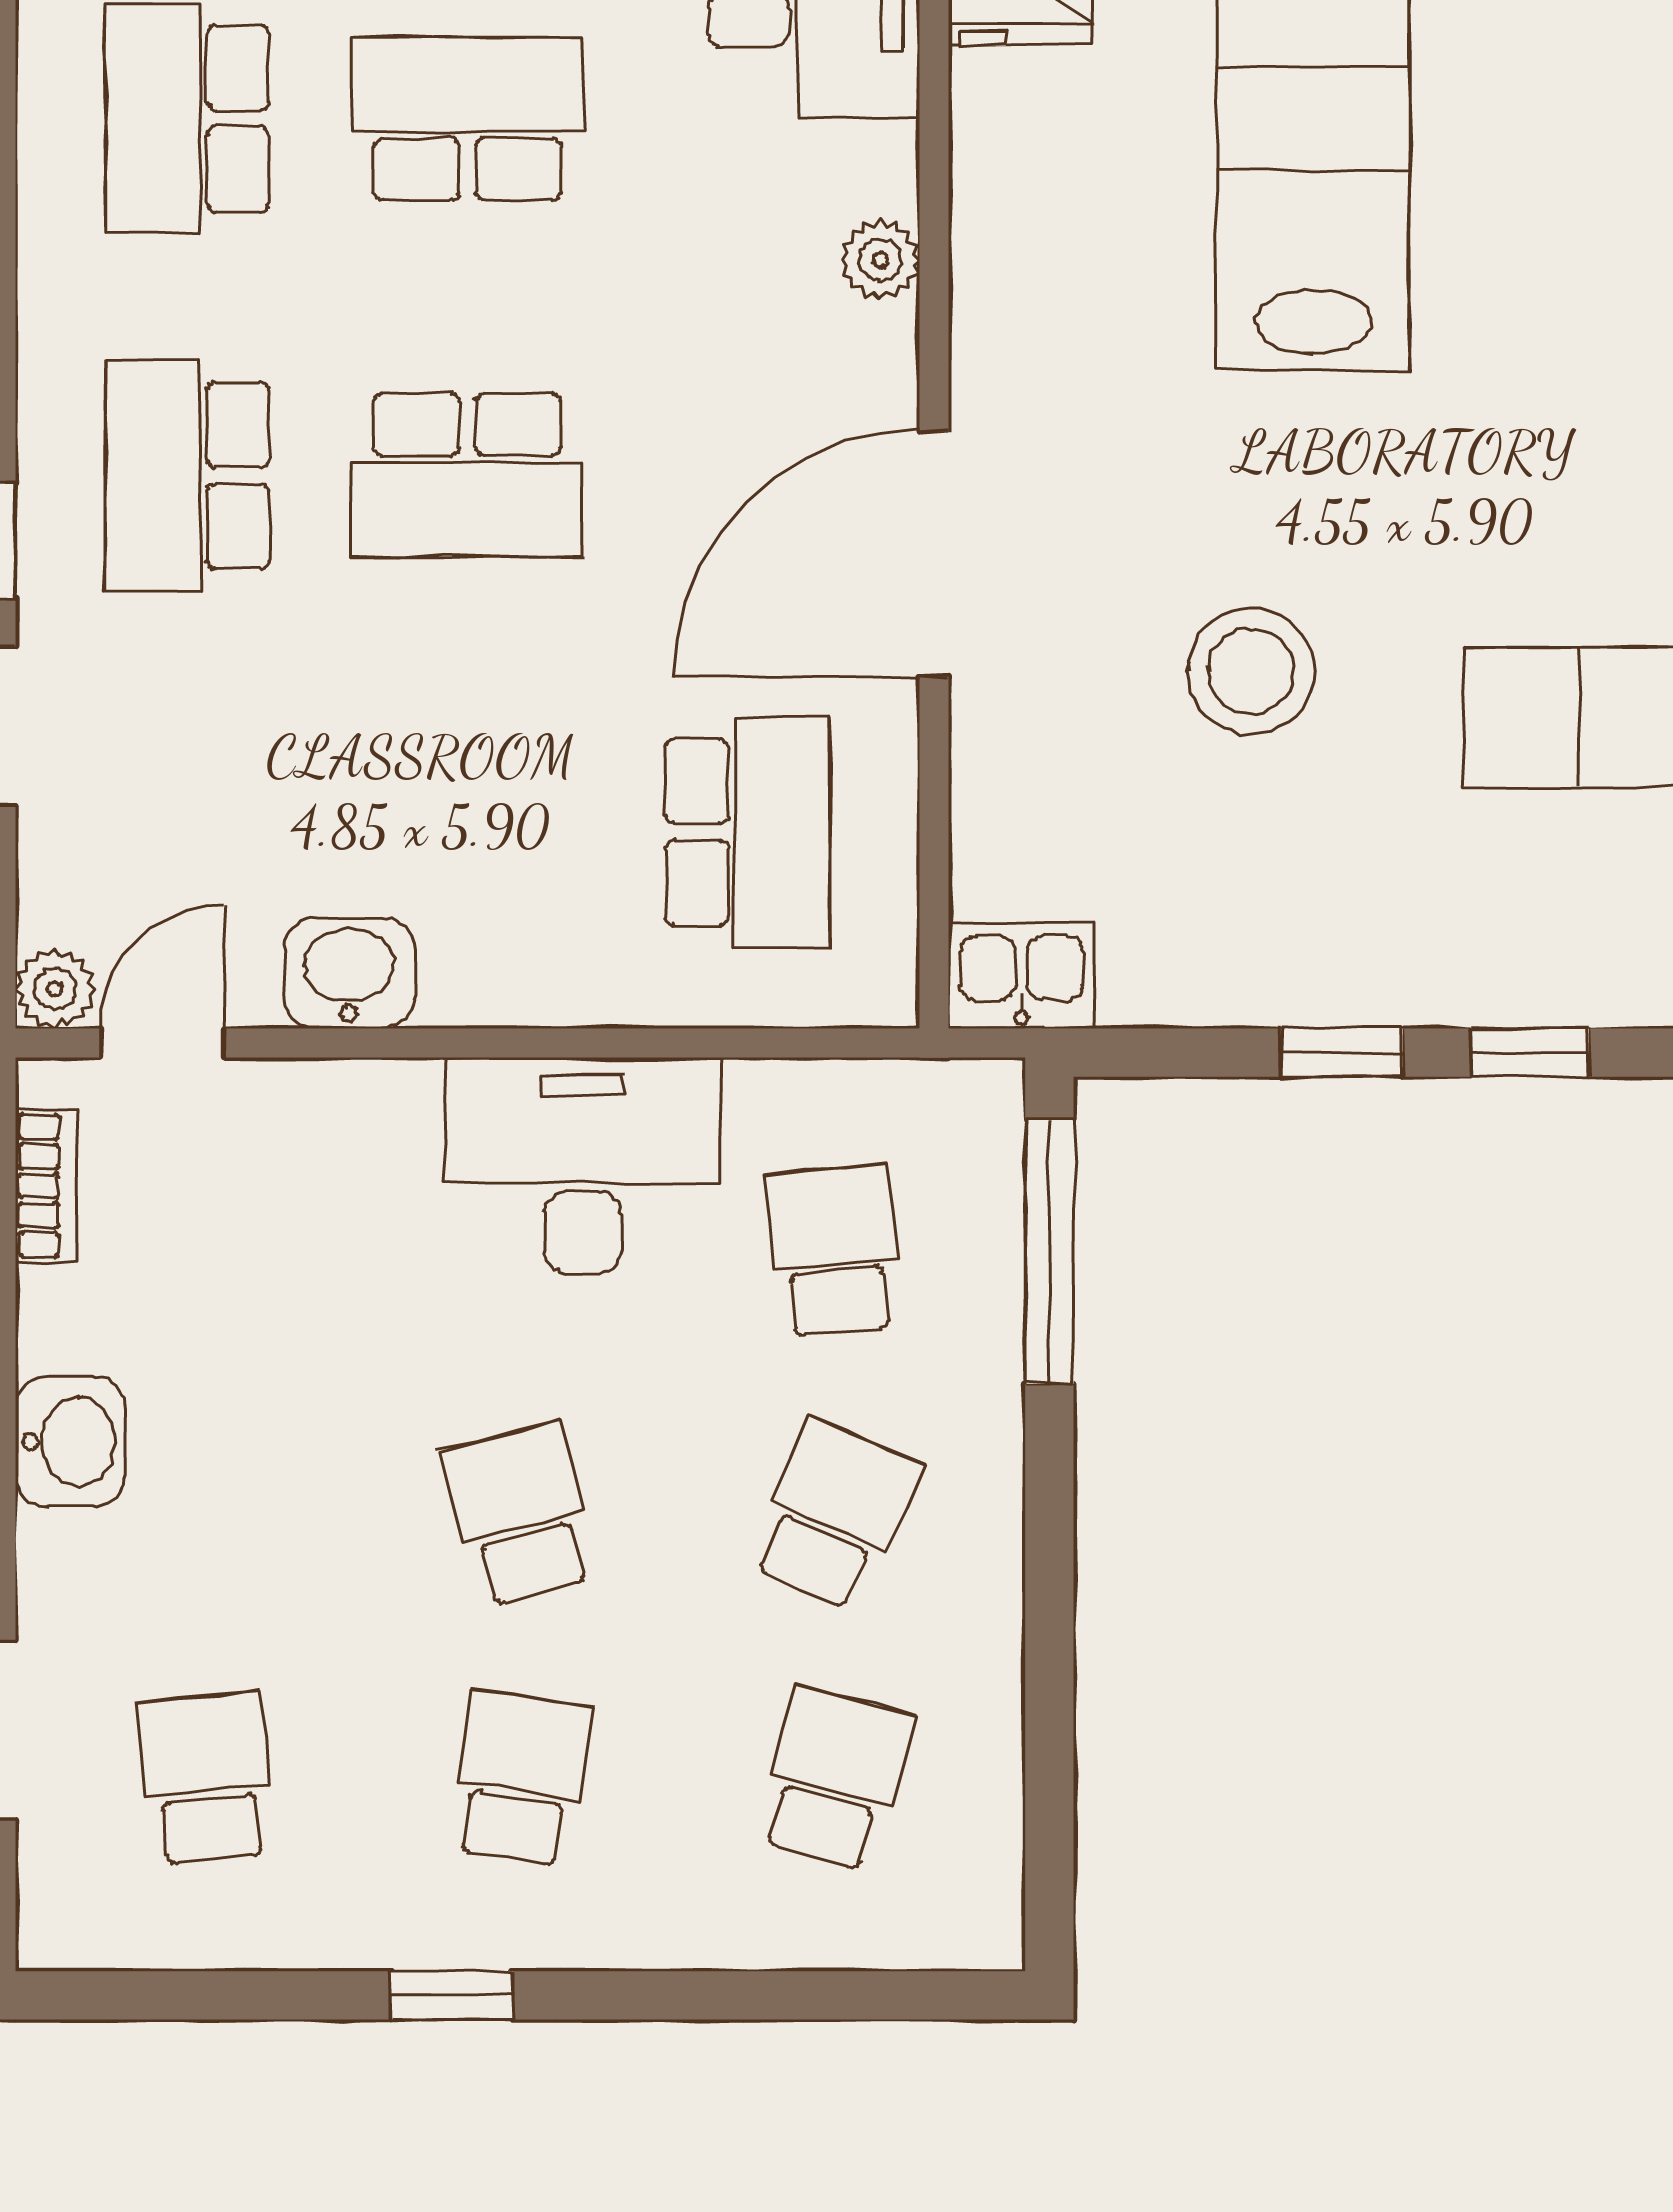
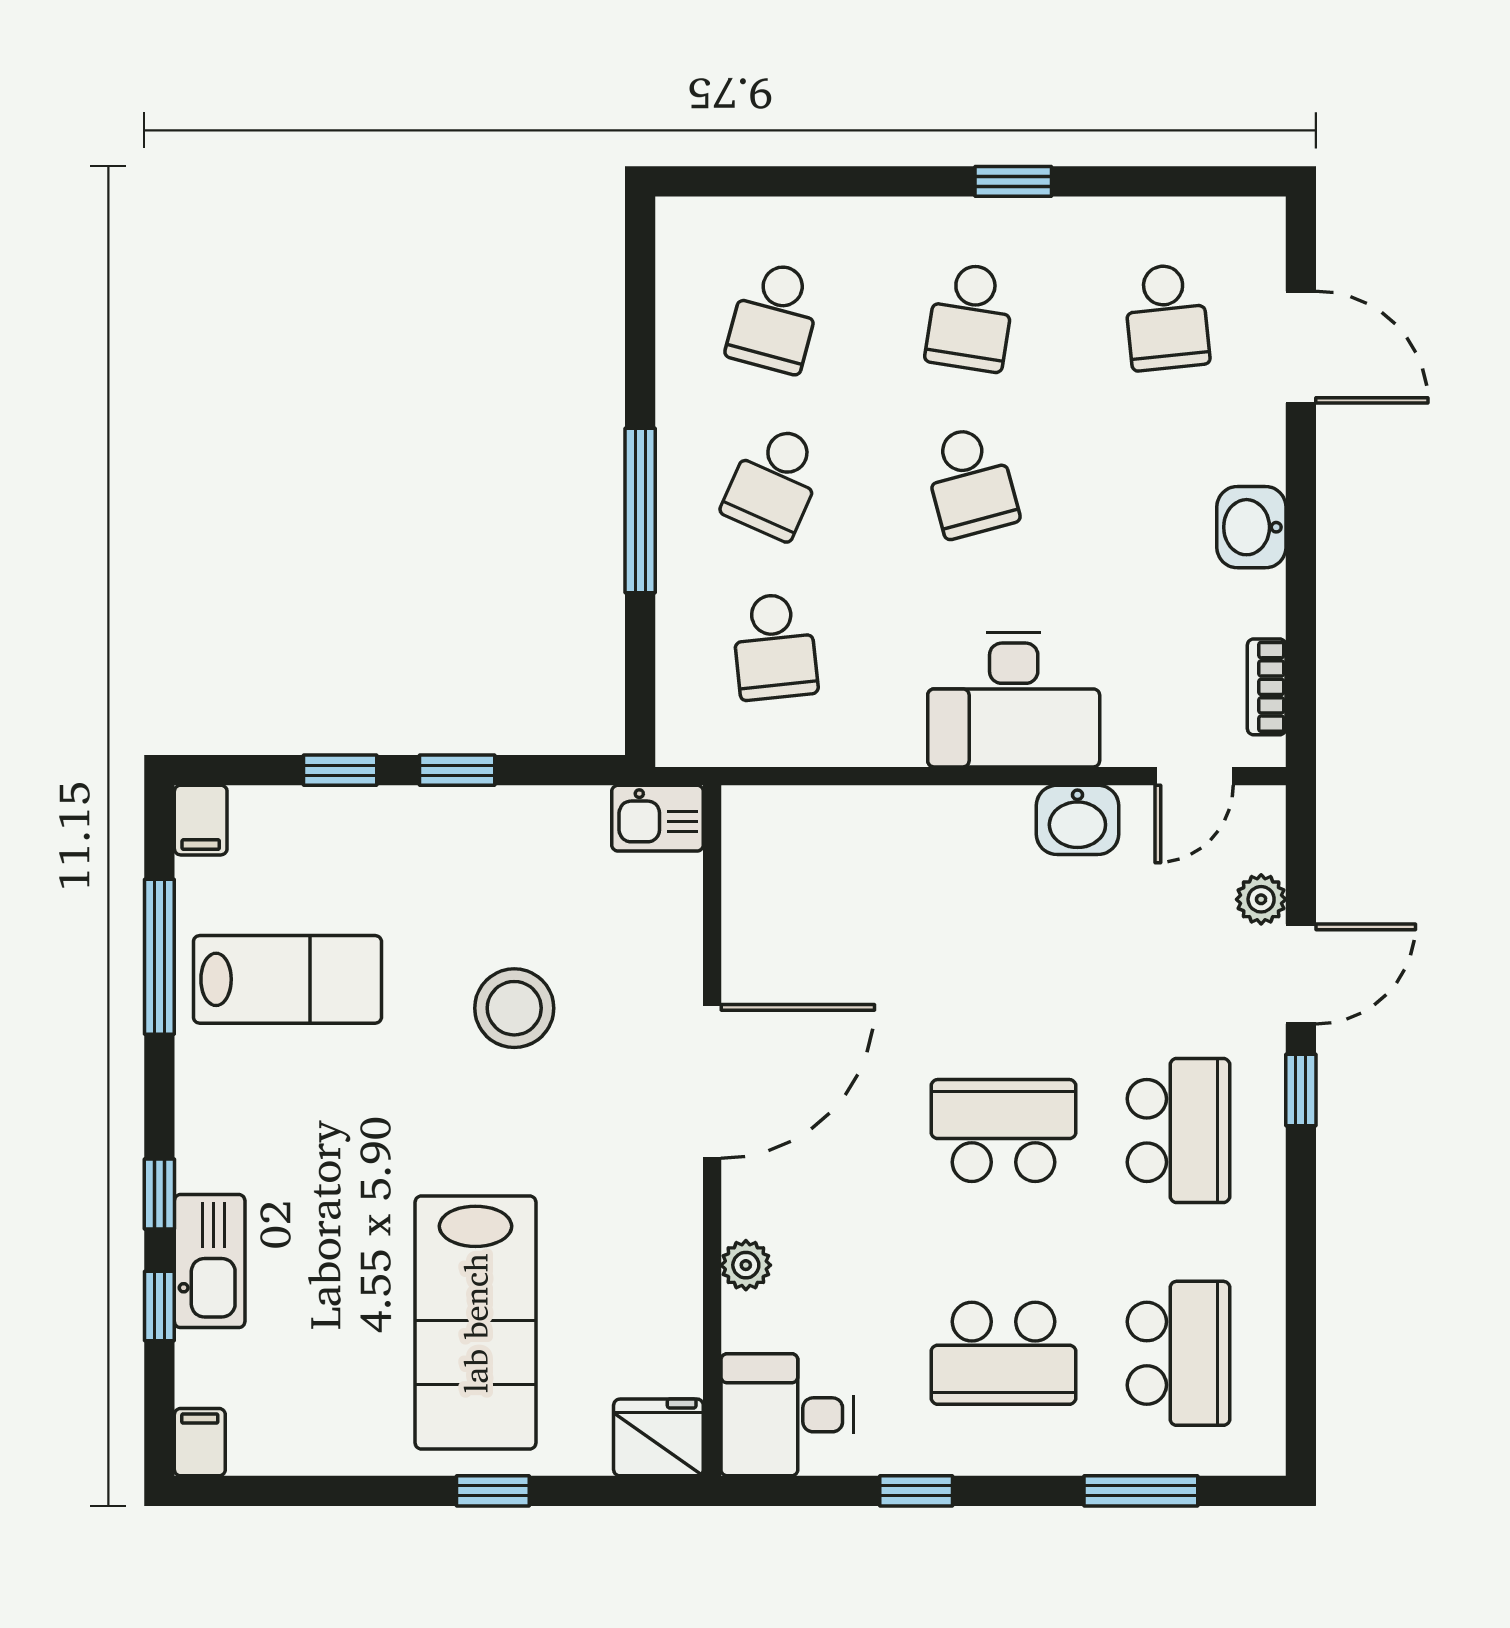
school desk: (748, 832) -> (828, 908), removed
plant: (55, 989) -> (1261, 899), moved
desk: (583, 1165) -> (1014, 700), moved
window: (1049, 1252) -> (640, 510), moved

